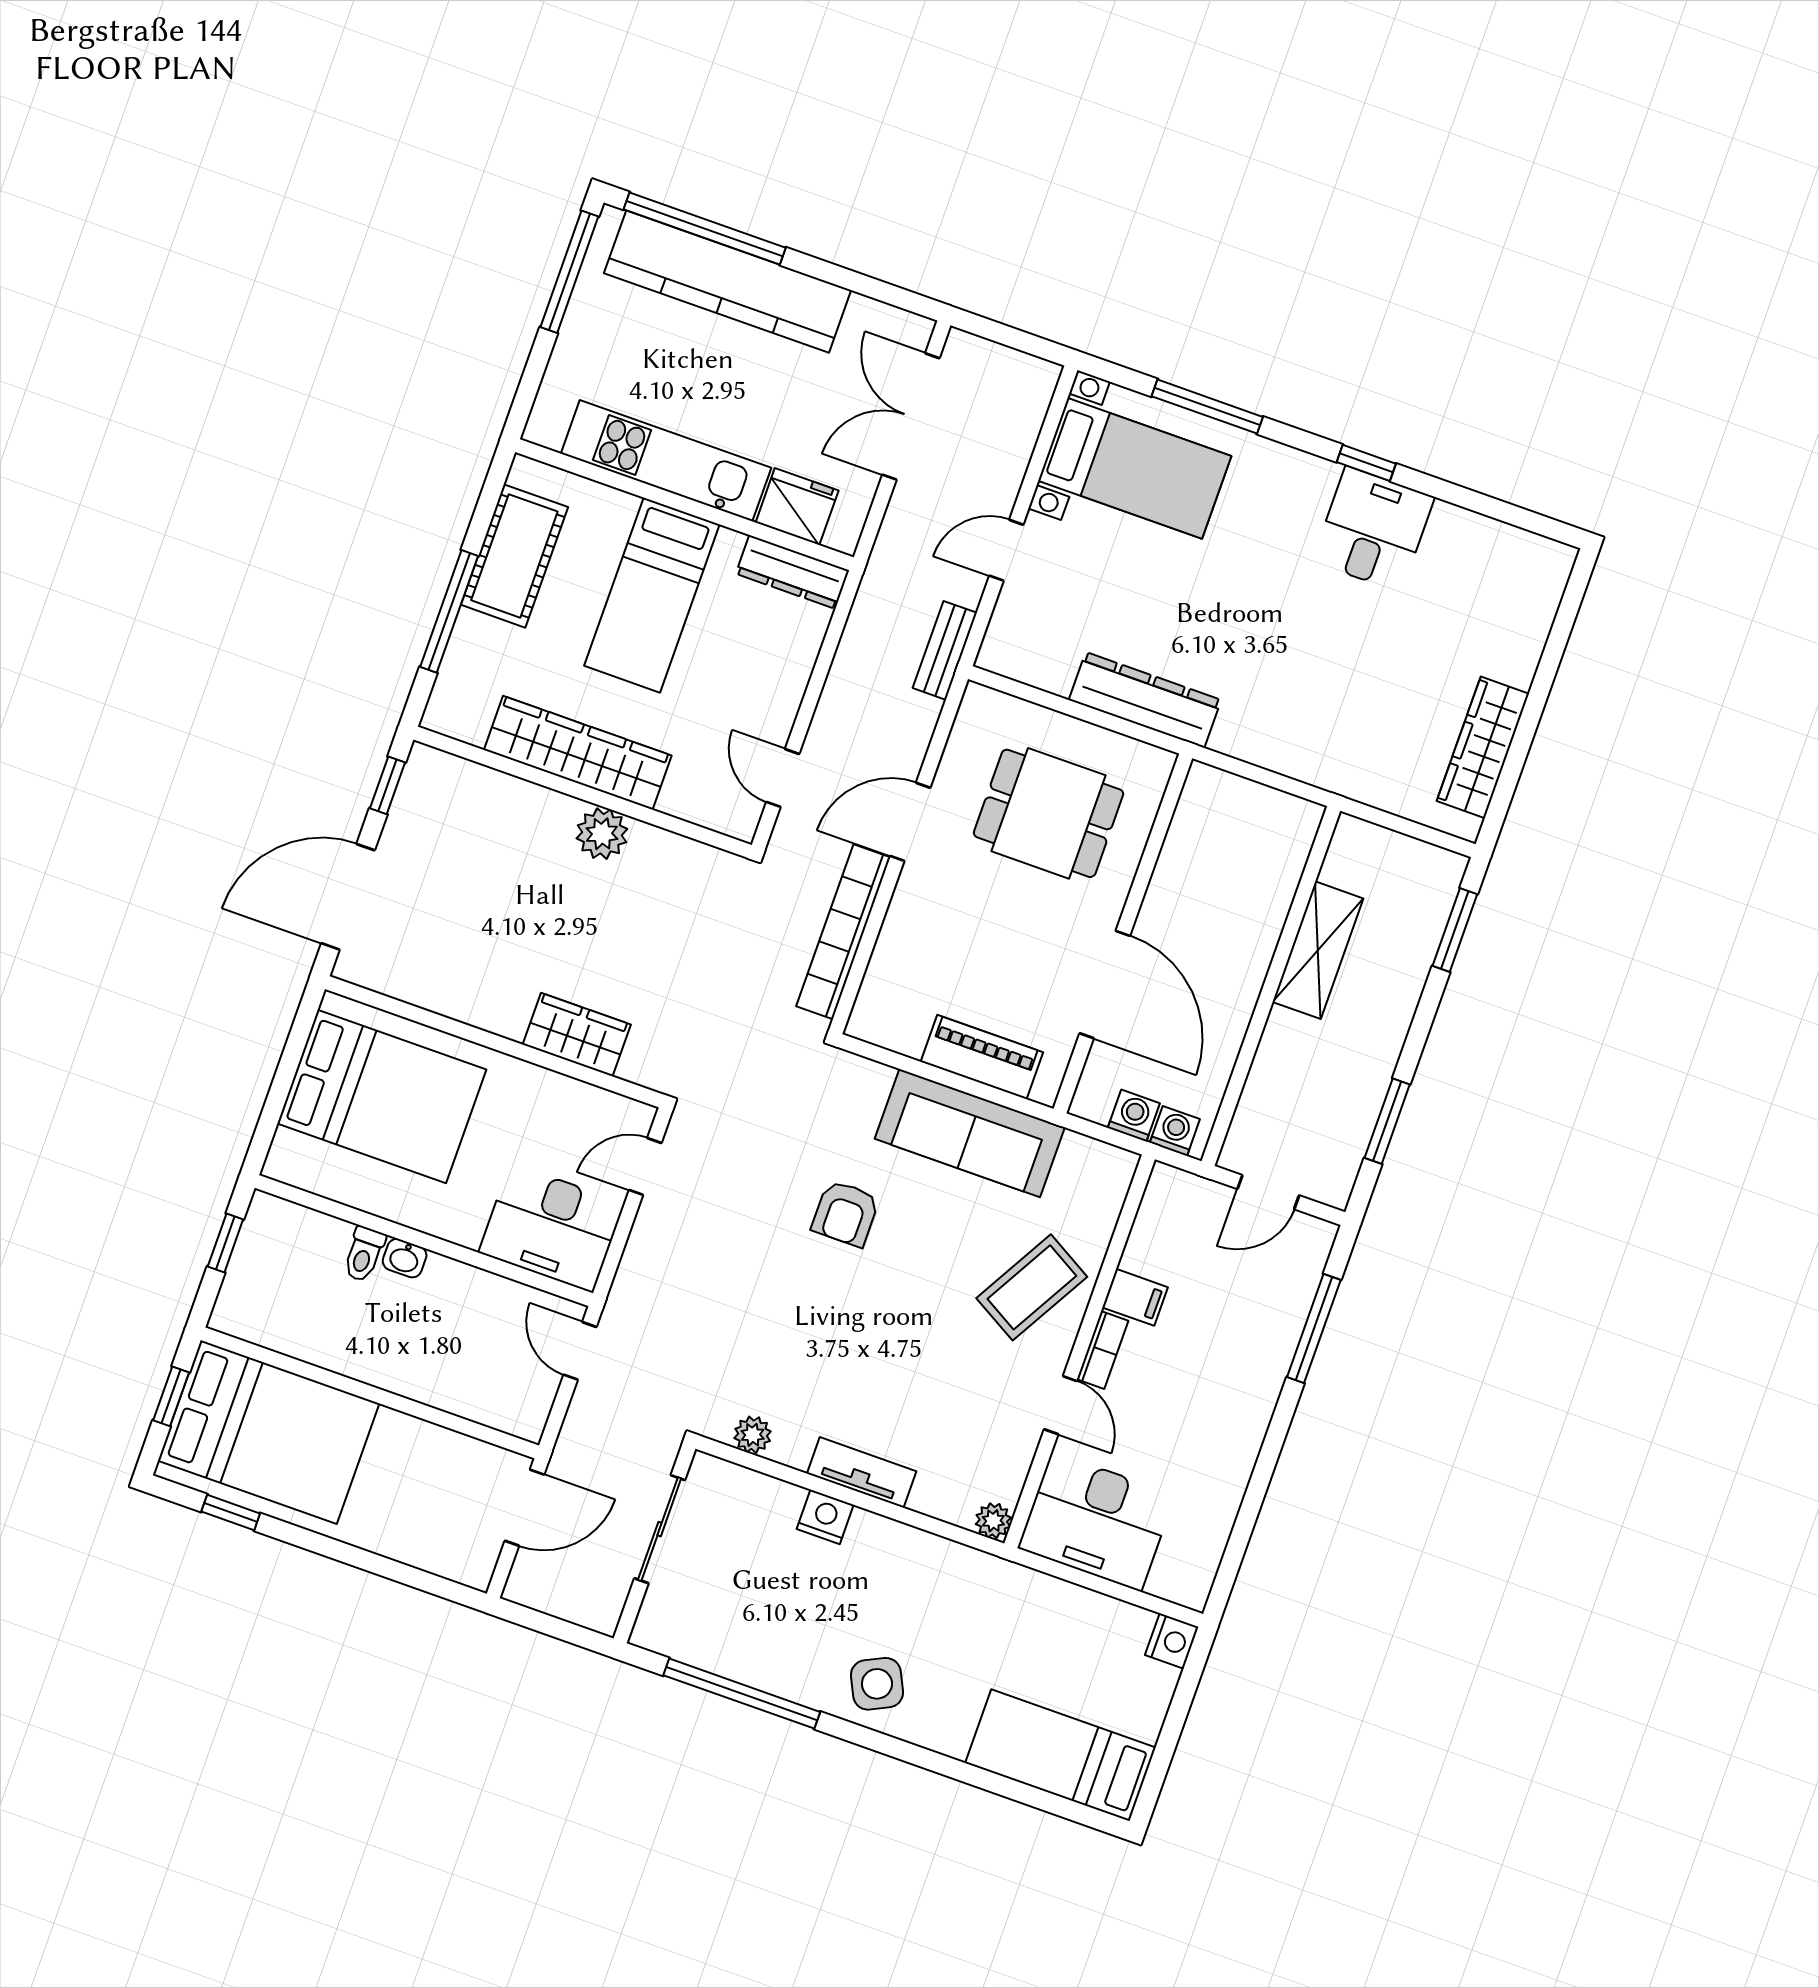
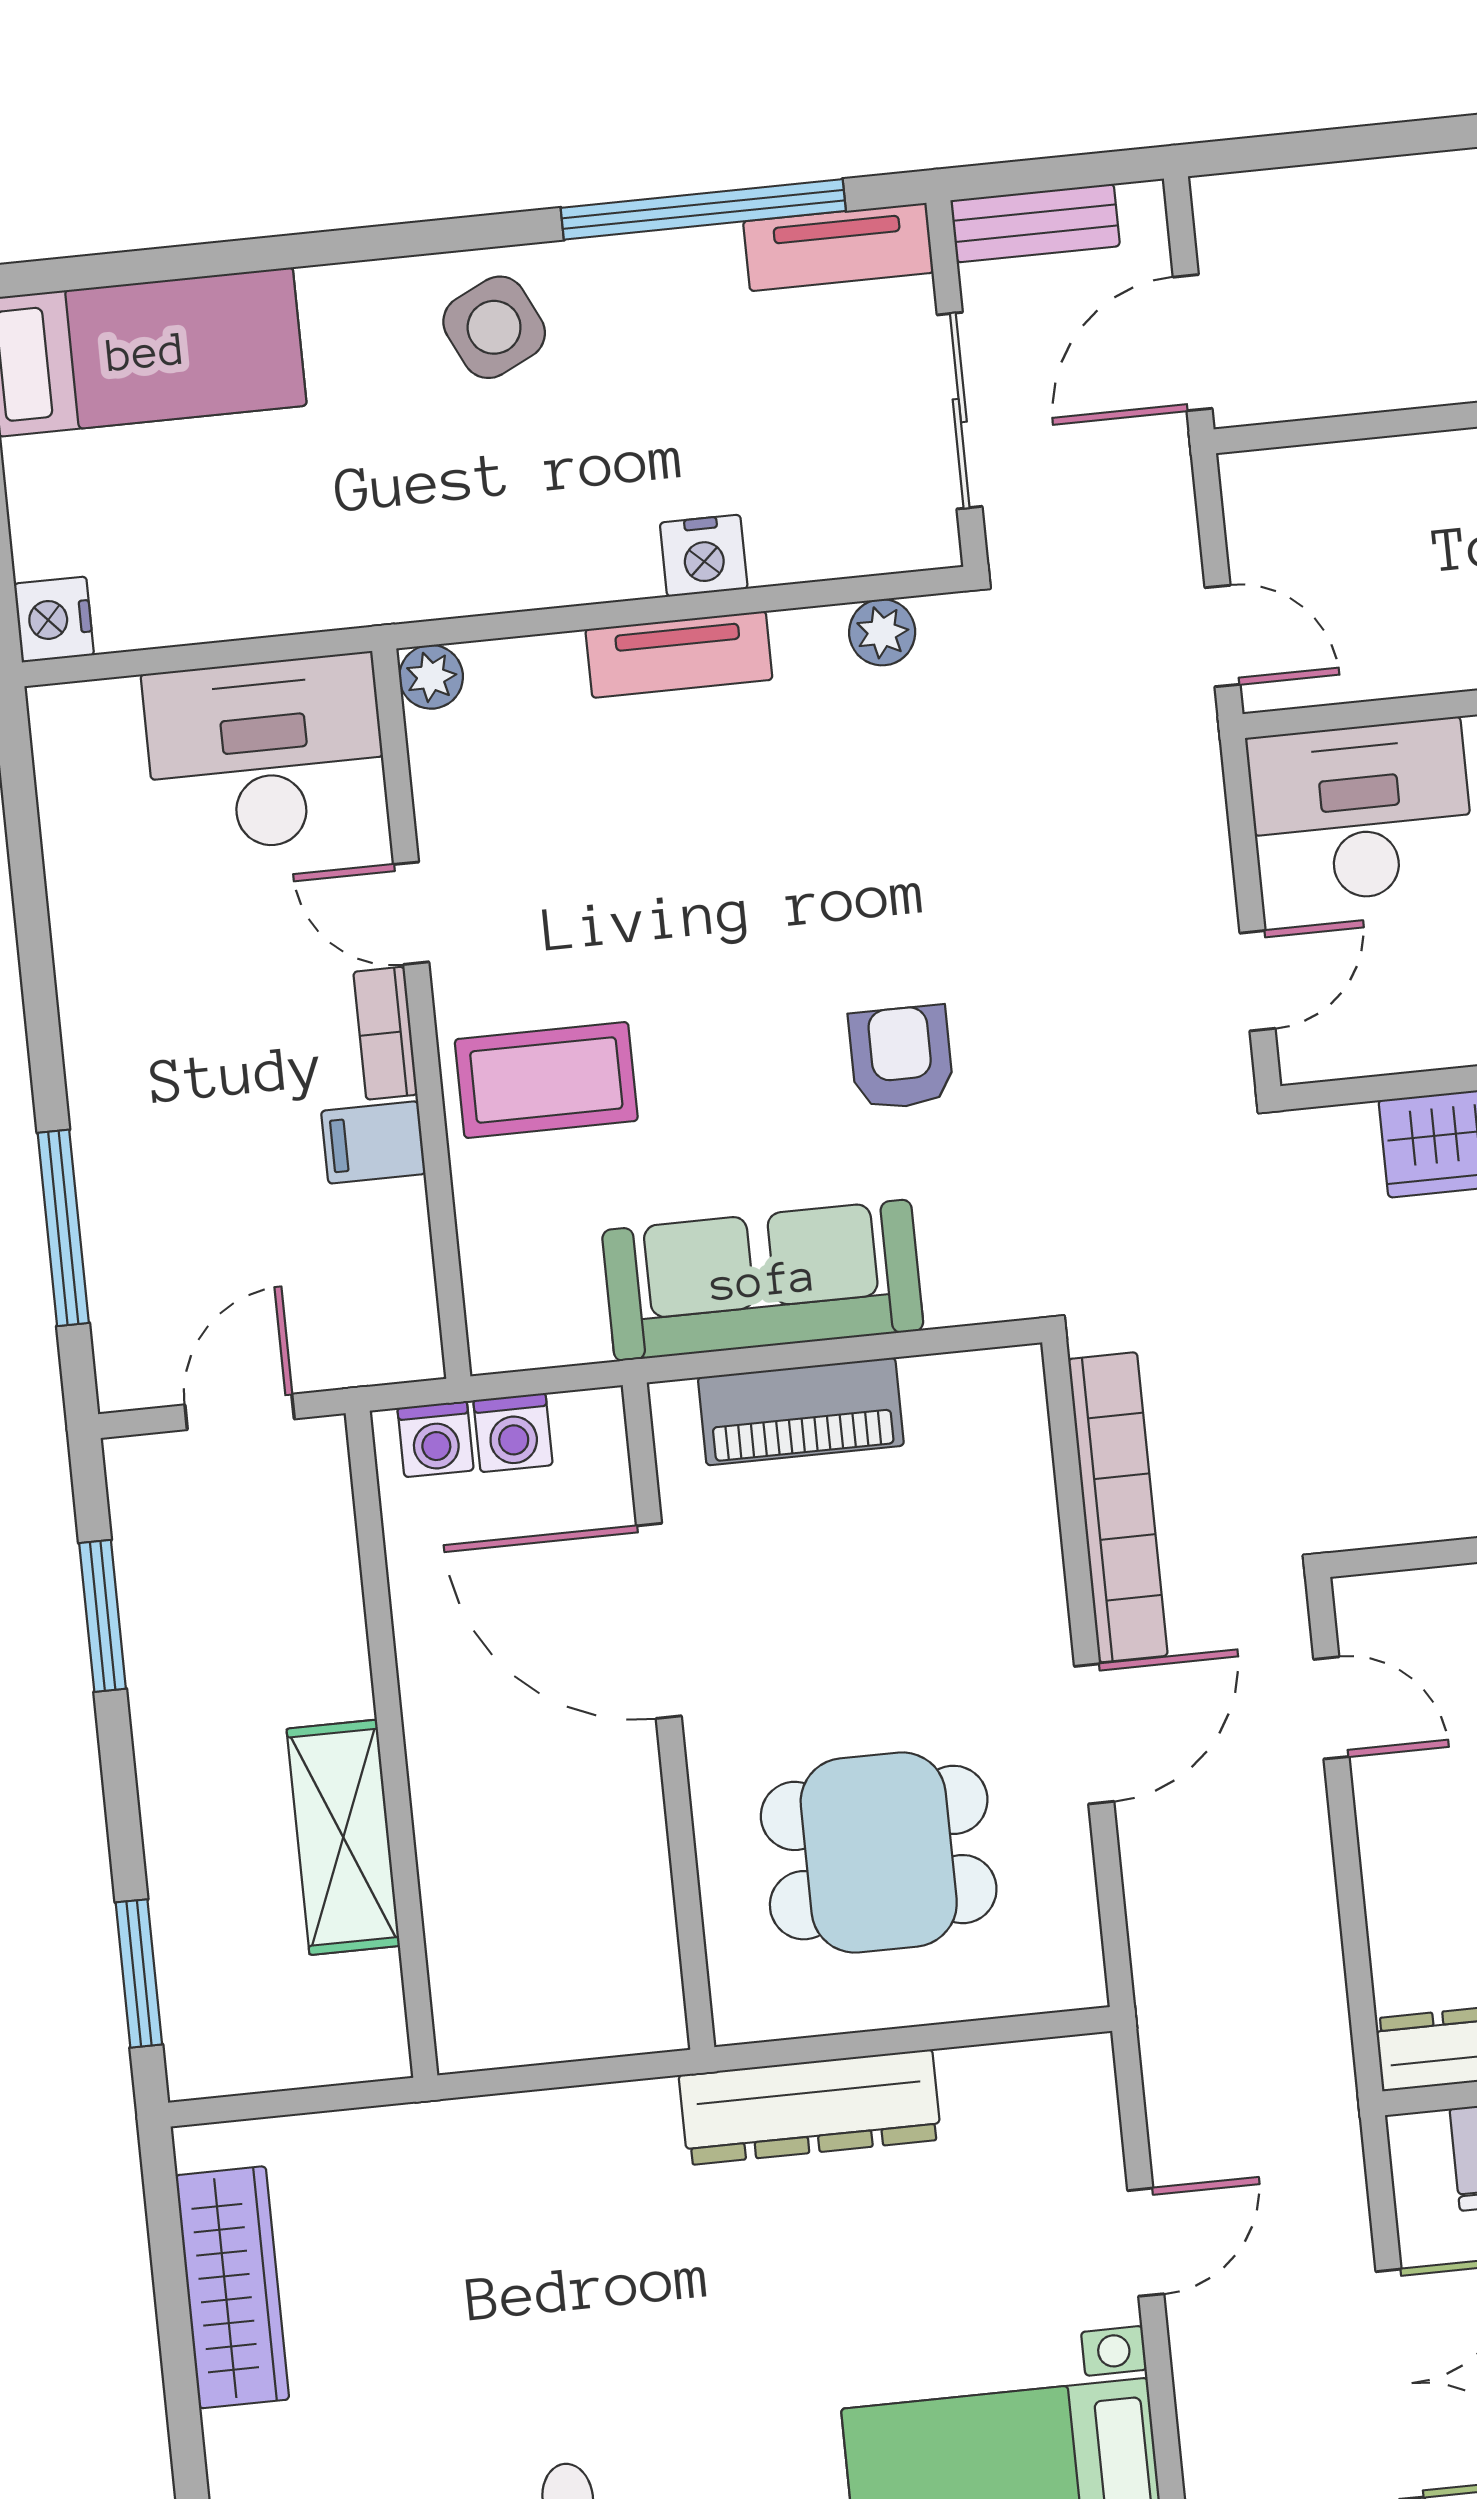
bench: (945, 650) -> (1035, 223), moved, turned 90
coffee table: (1032, 1287) -> (546, 1080), turned 60
tv unit: (682, 1642) -> (838, 247), added

